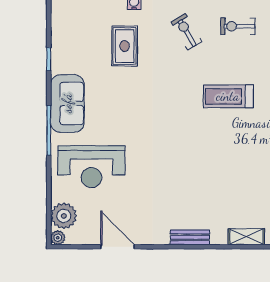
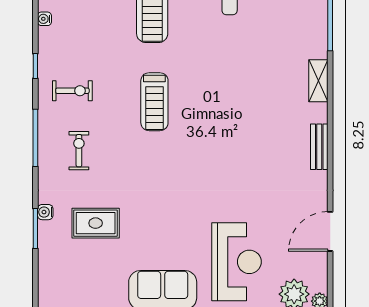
exercise bike: (238, 26) -> (72, 91), turned -90
exercise bike: (187, 32) -> (79, 151), turned 121

